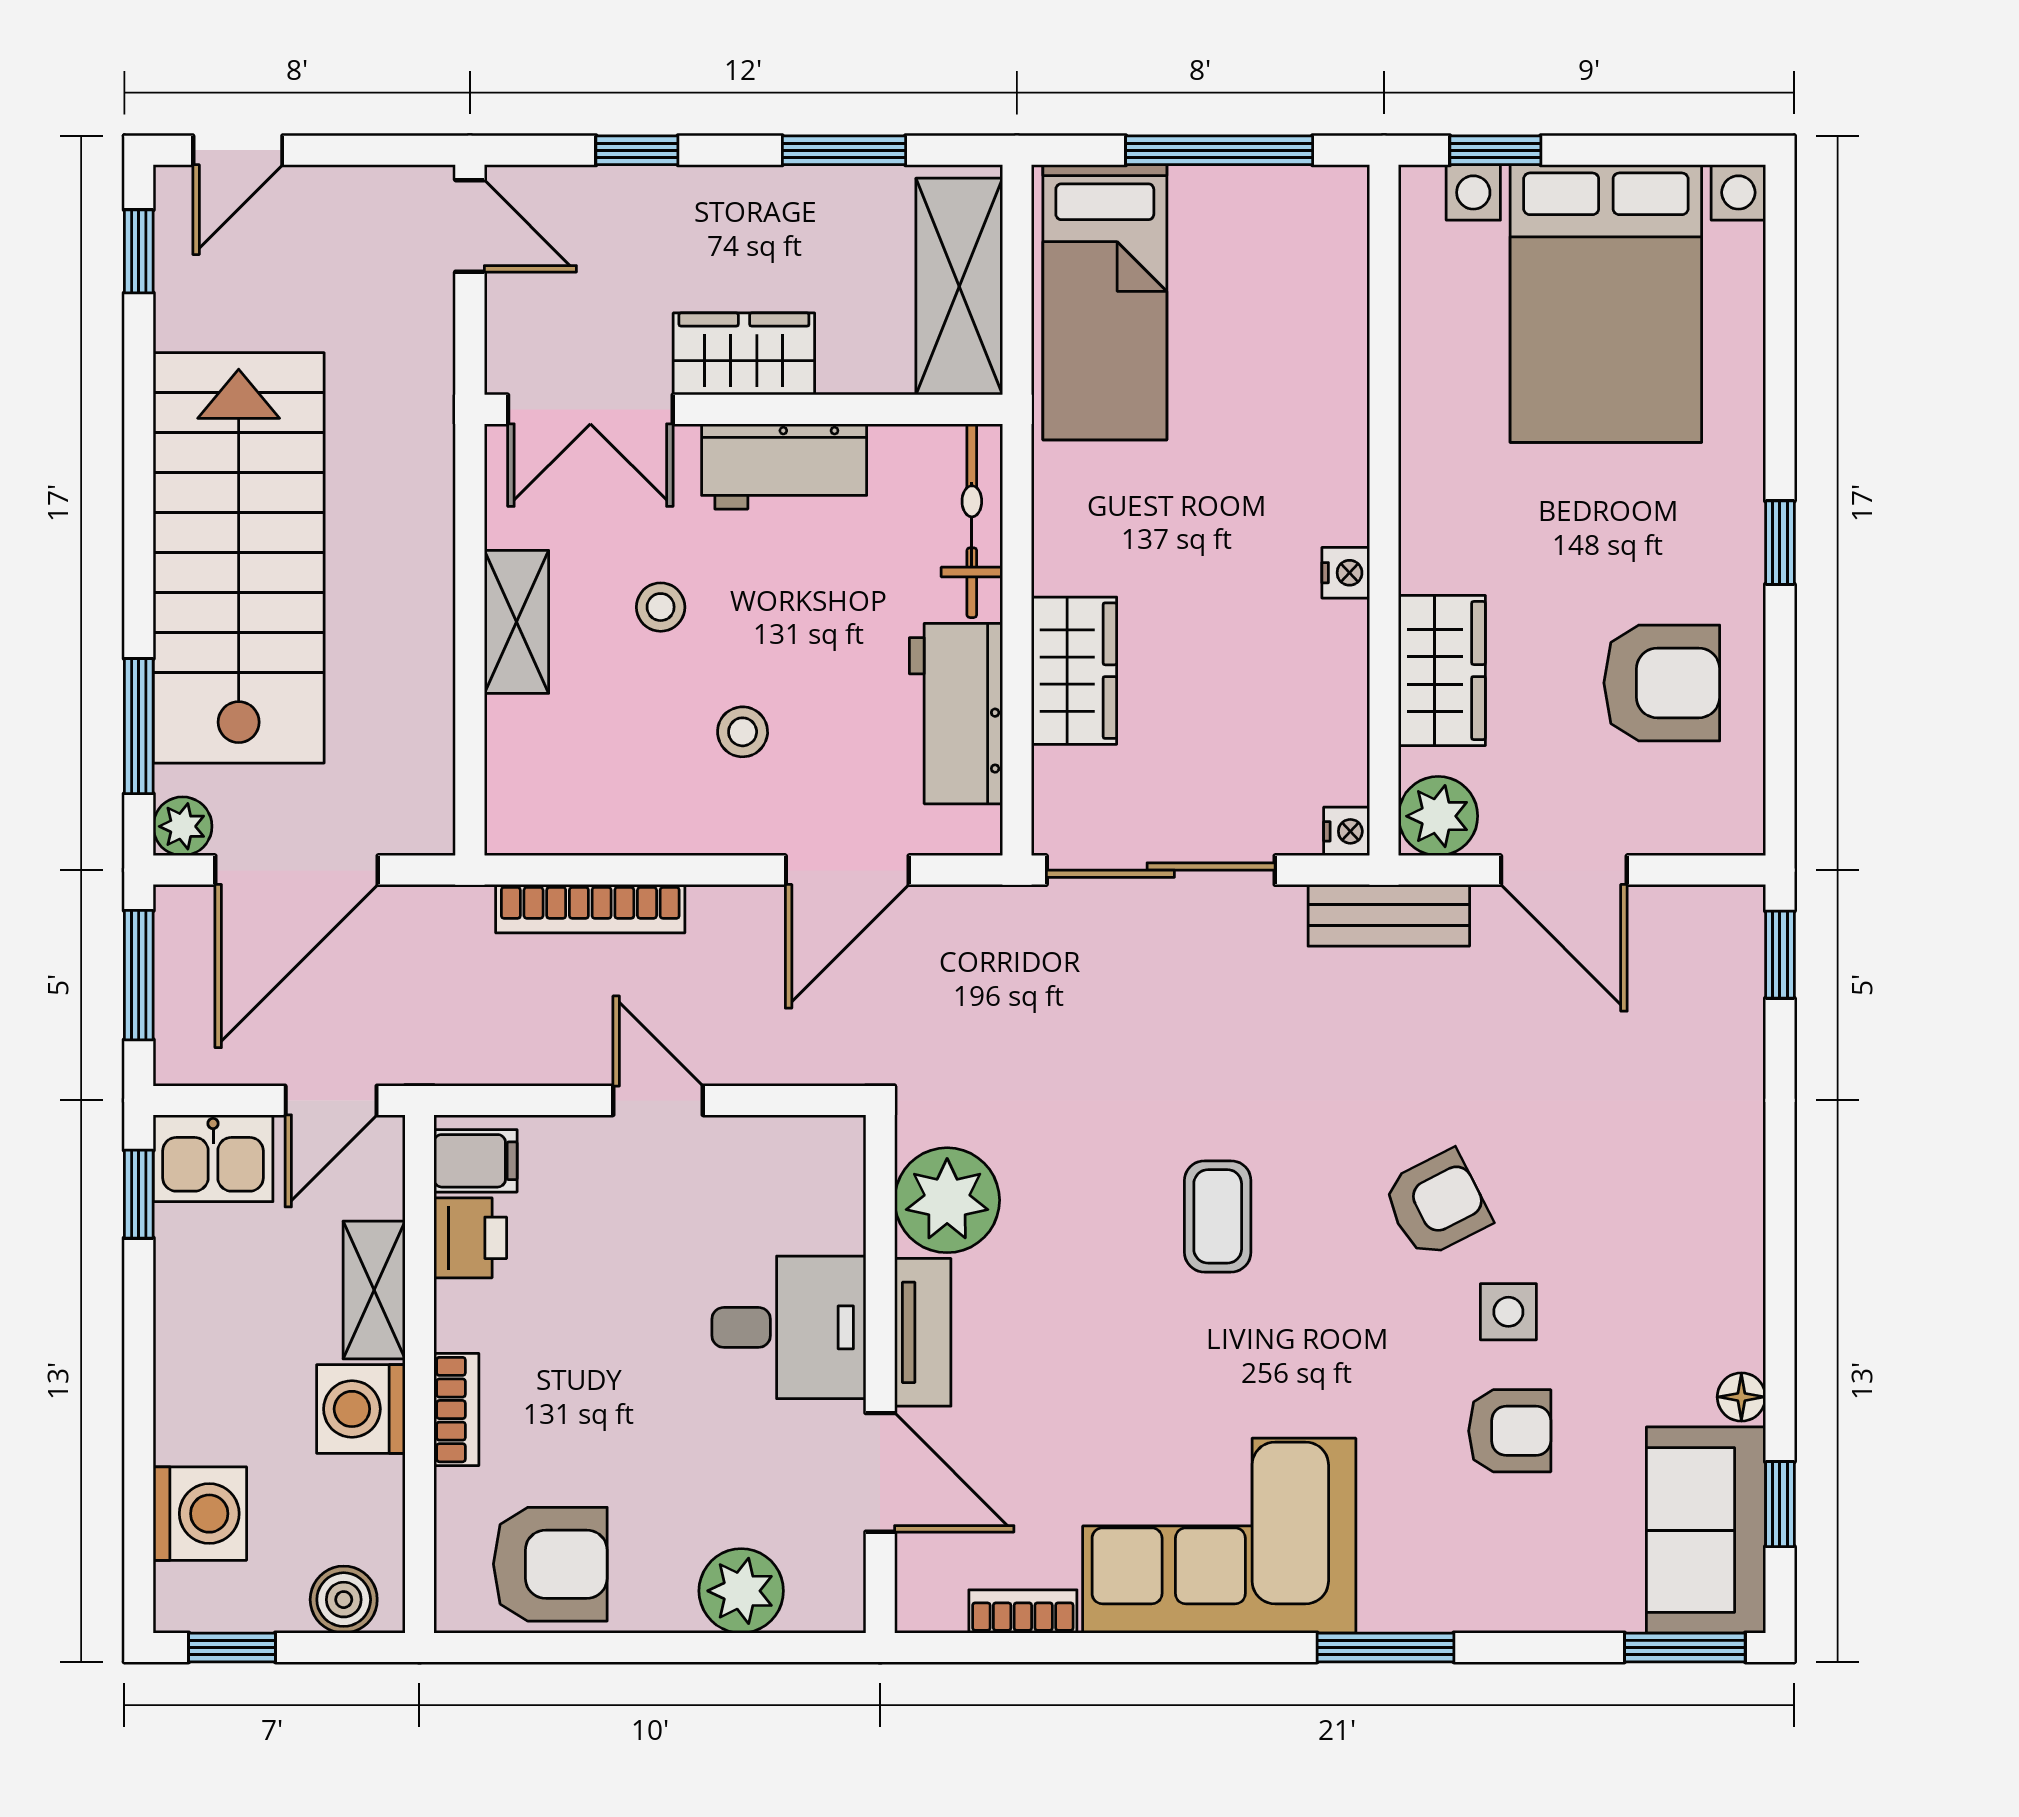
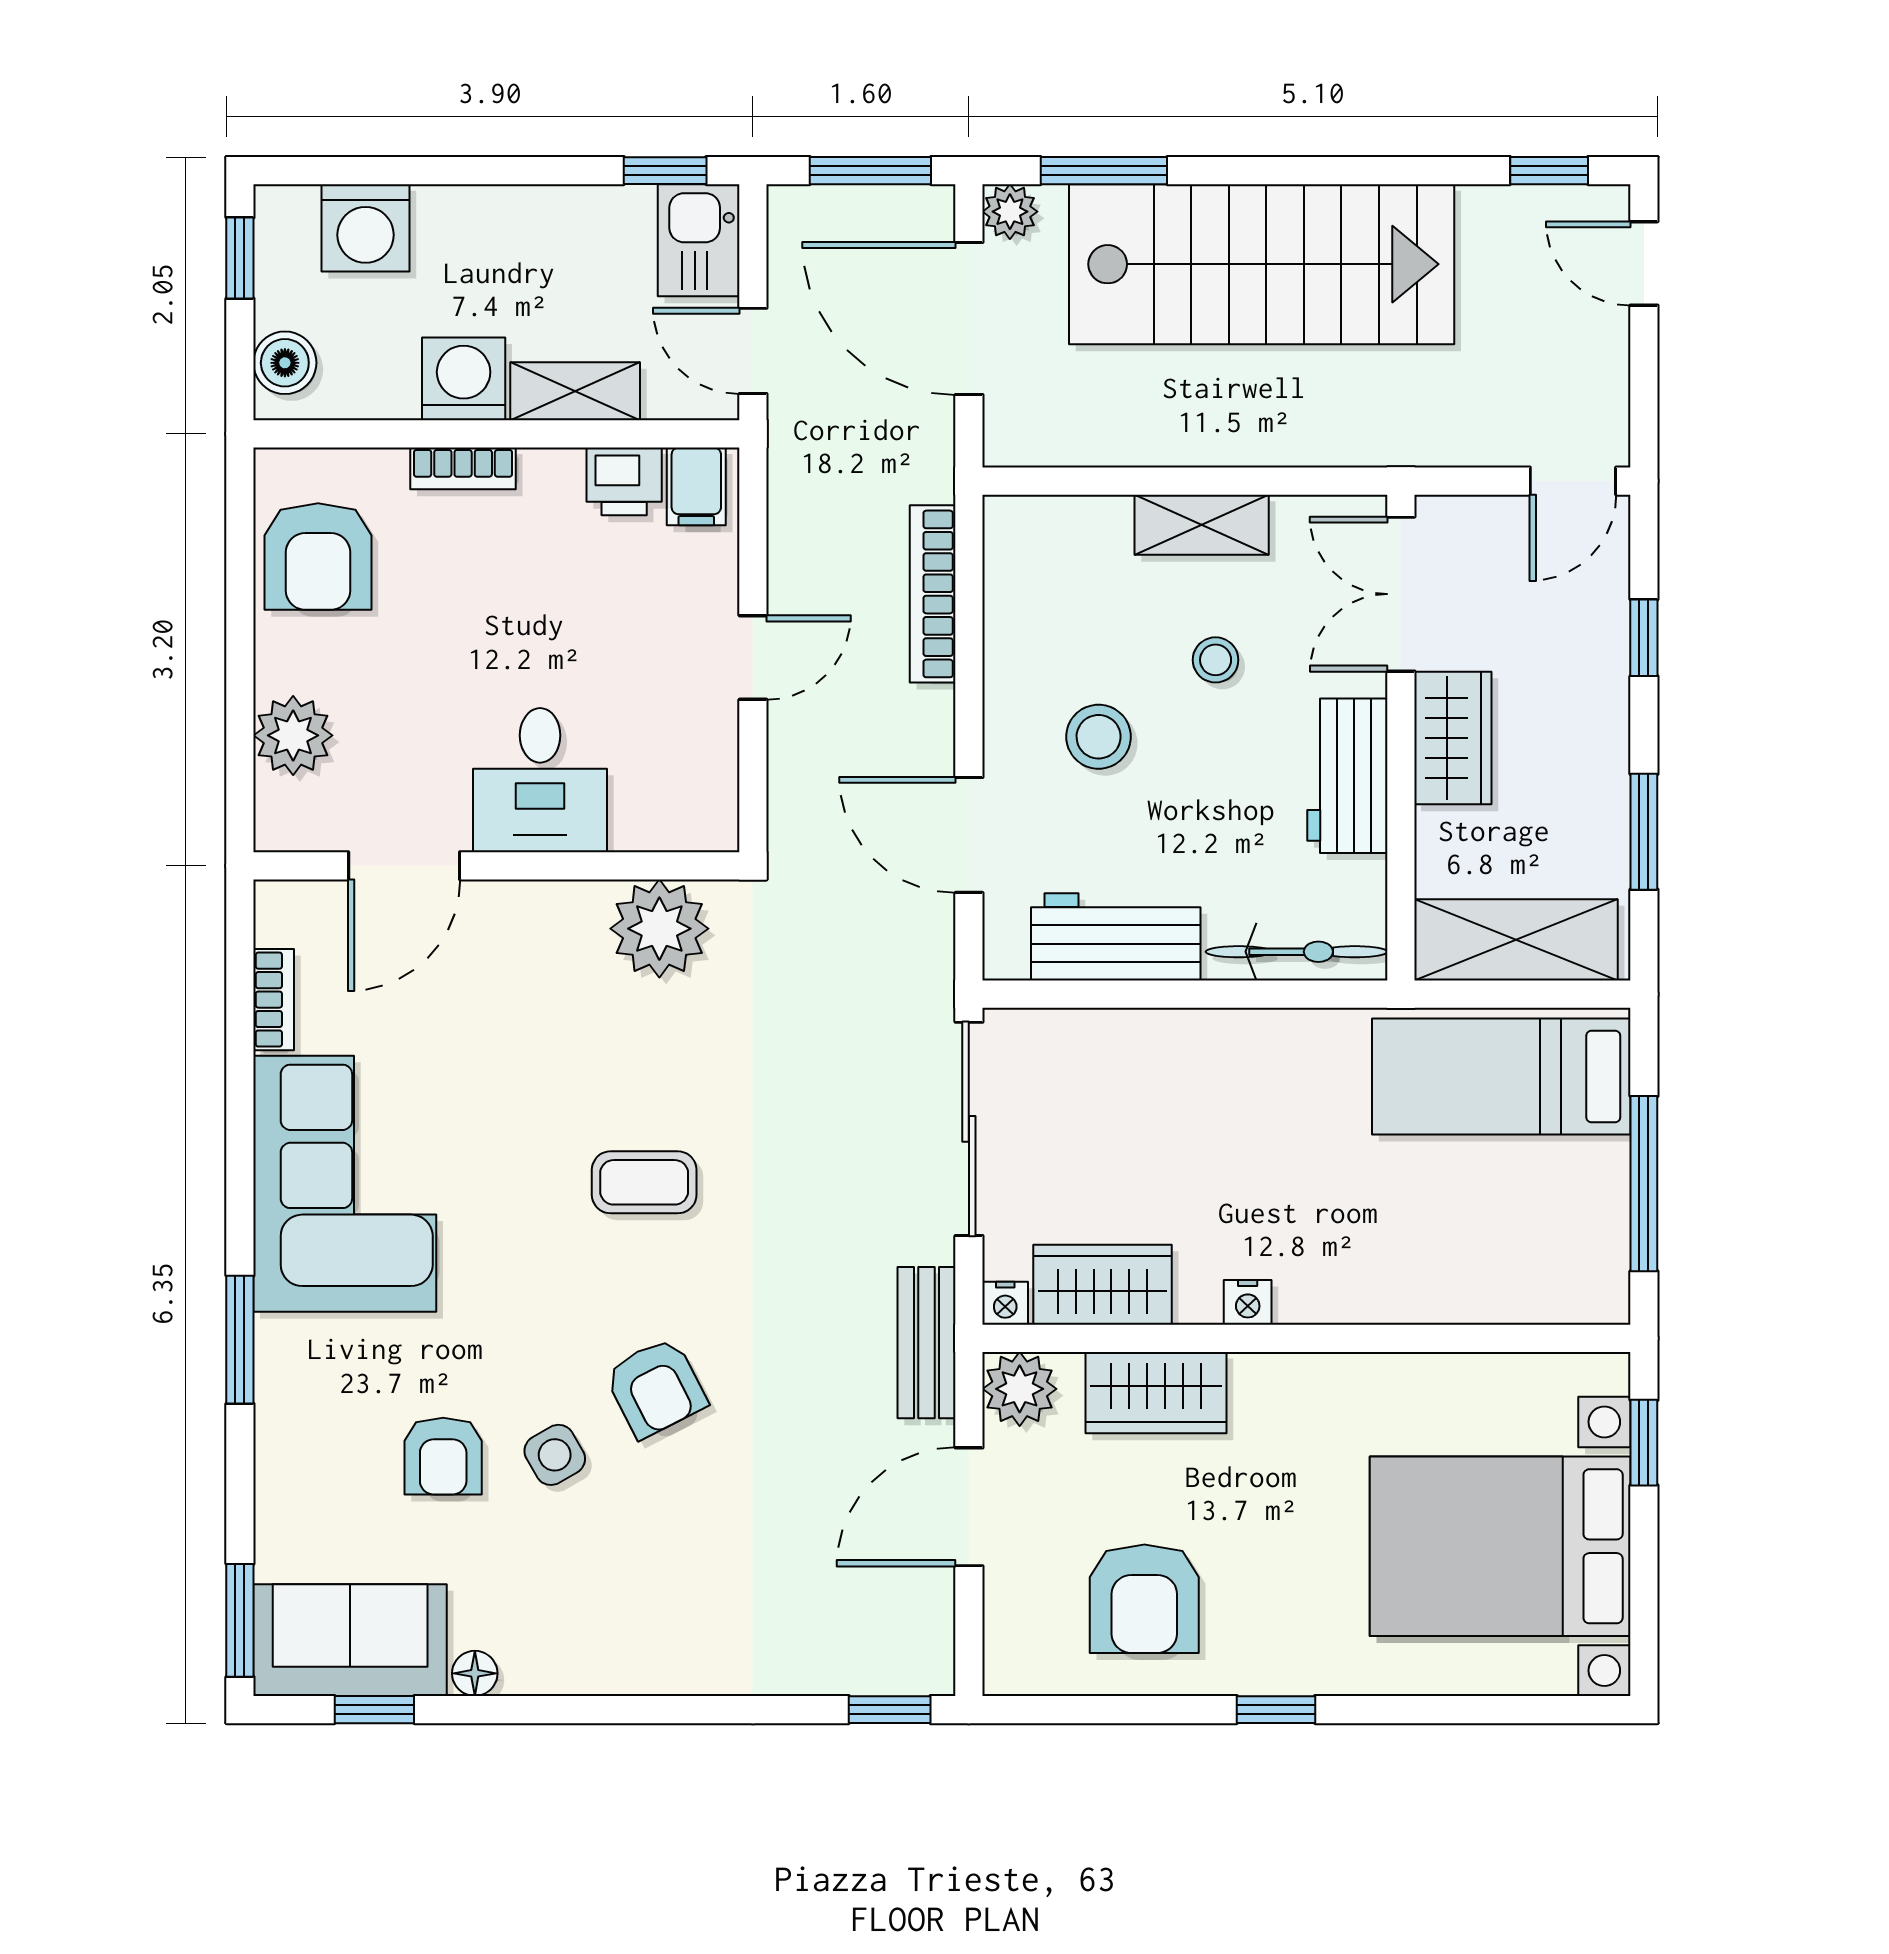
wardrobe: (1074, 671) -> (1102, 1285), moved, turned 180
stool: (743, 732) -> (1099, 737), width x1.37, depth x1.37
side table: (1508, 1312) -> (555, 1455), turned -30
tv unit: (923, 1332) -> (535, 906), removed

